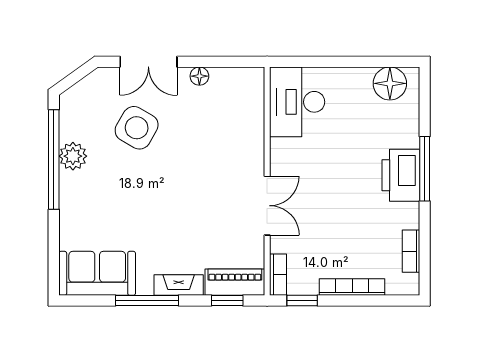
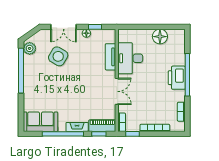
window: (219, 62) -> (95, 27), added
floor lamp: (390, 83) -> (160, 37), moved
desk: (297, 102) -> (130, 58), moved
tv unit: (253, 129) -> (111, 57), added
plant: (73, 156) -> (30, 48), moved
window: (425, 169) -> (187, 75), width x1.46
window: (147, 301) -> (63, 134), width x1.46

